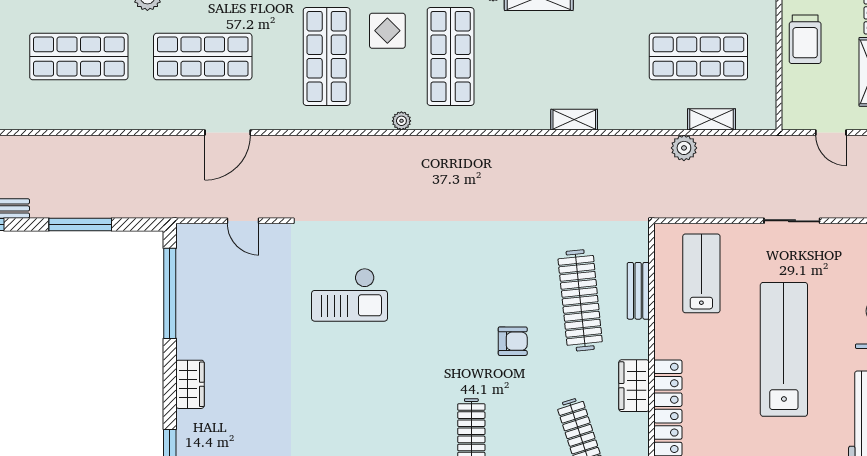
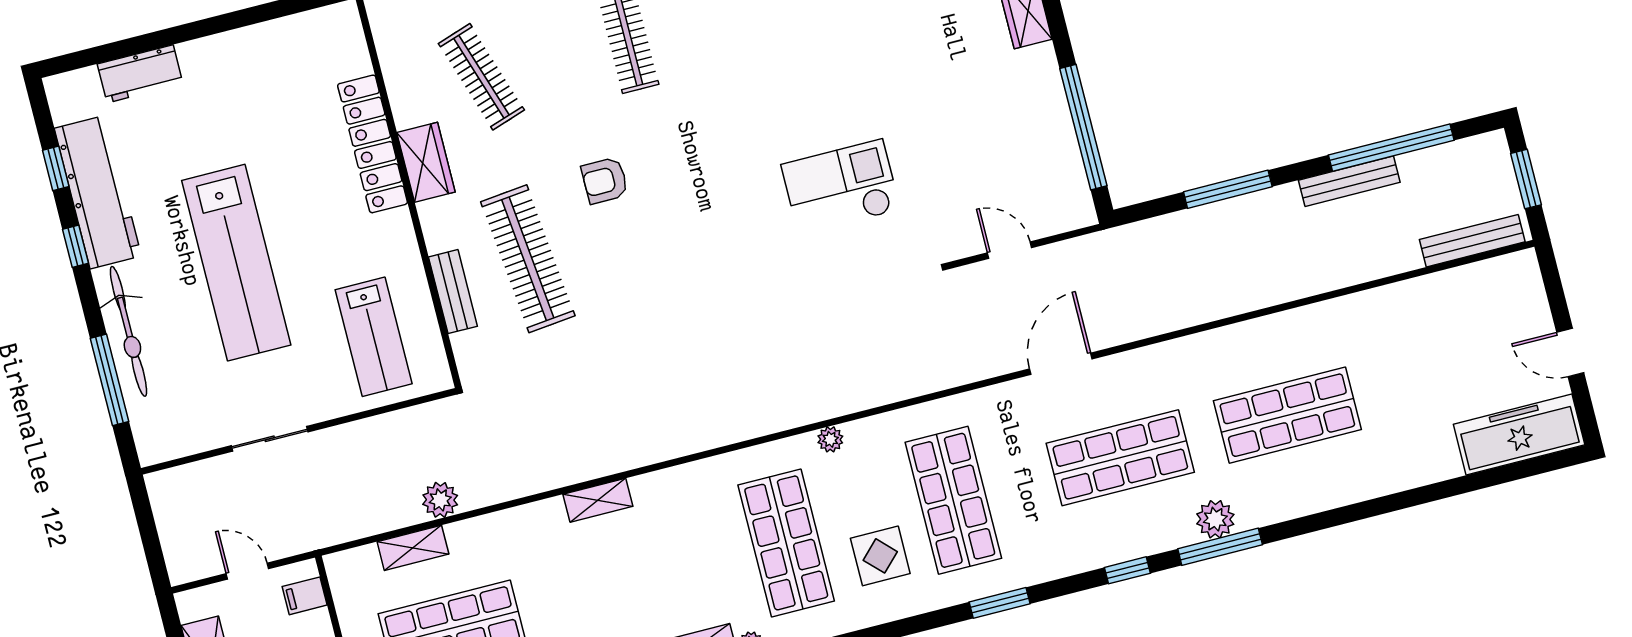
filing cabinet: (795, 105) -> (305, 596), added

